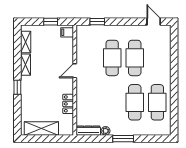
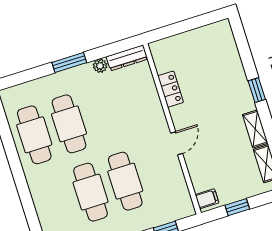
shelving: (41, 128) -> (200, 38), removed

